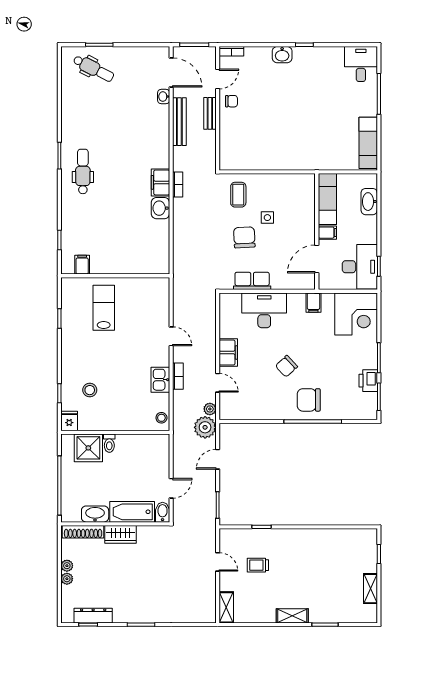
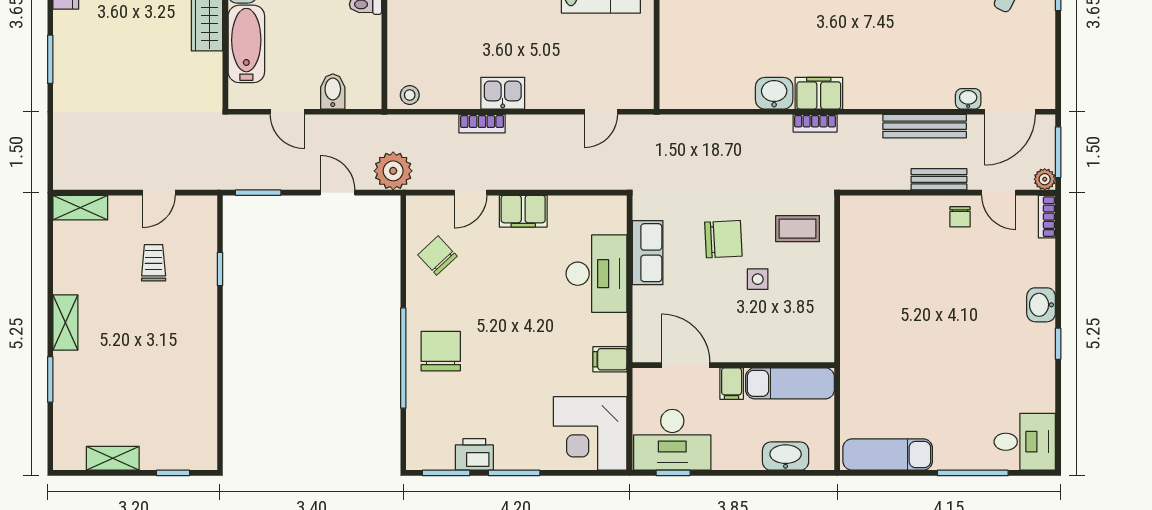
door: (171, 336) -> (601, 112), moved
chair: (286, 366) -> (437, 256), moved
kitchen sink: (160, 380) -> (503, 93), moved
plant: (210, 409) -> (1045, 179), moved
bidet: (163, 512) -> (333, 91), moved, turned -90

